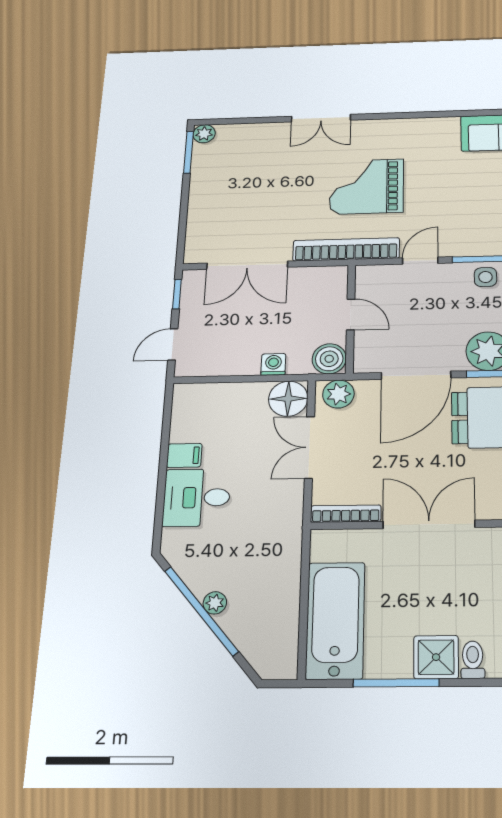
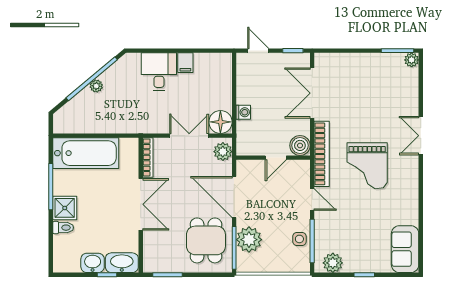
grand piano: (366, 186) -> (367, 166), turned 180
boiler: (329, 359) -> (300, 145), moved

